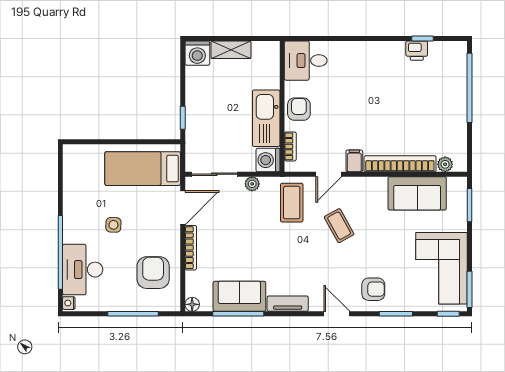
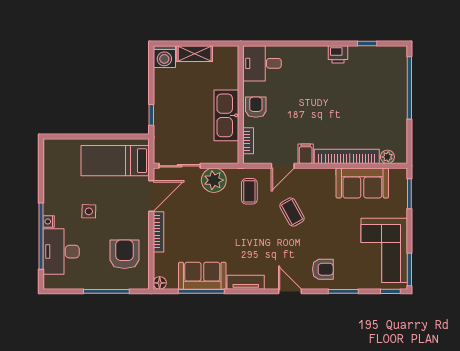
printer: (417, 51) -> (338, 54), moved
washing machine: (268, 160) -> (228, 153), removed
plant: (252, 184) -> (214, 180), width x1.87, depth x1.87
coffee table: (292, 203) -> (249, 191), width x0.73, depth x0.77
nightstand: (69, 303) -> (49, 221), moved

